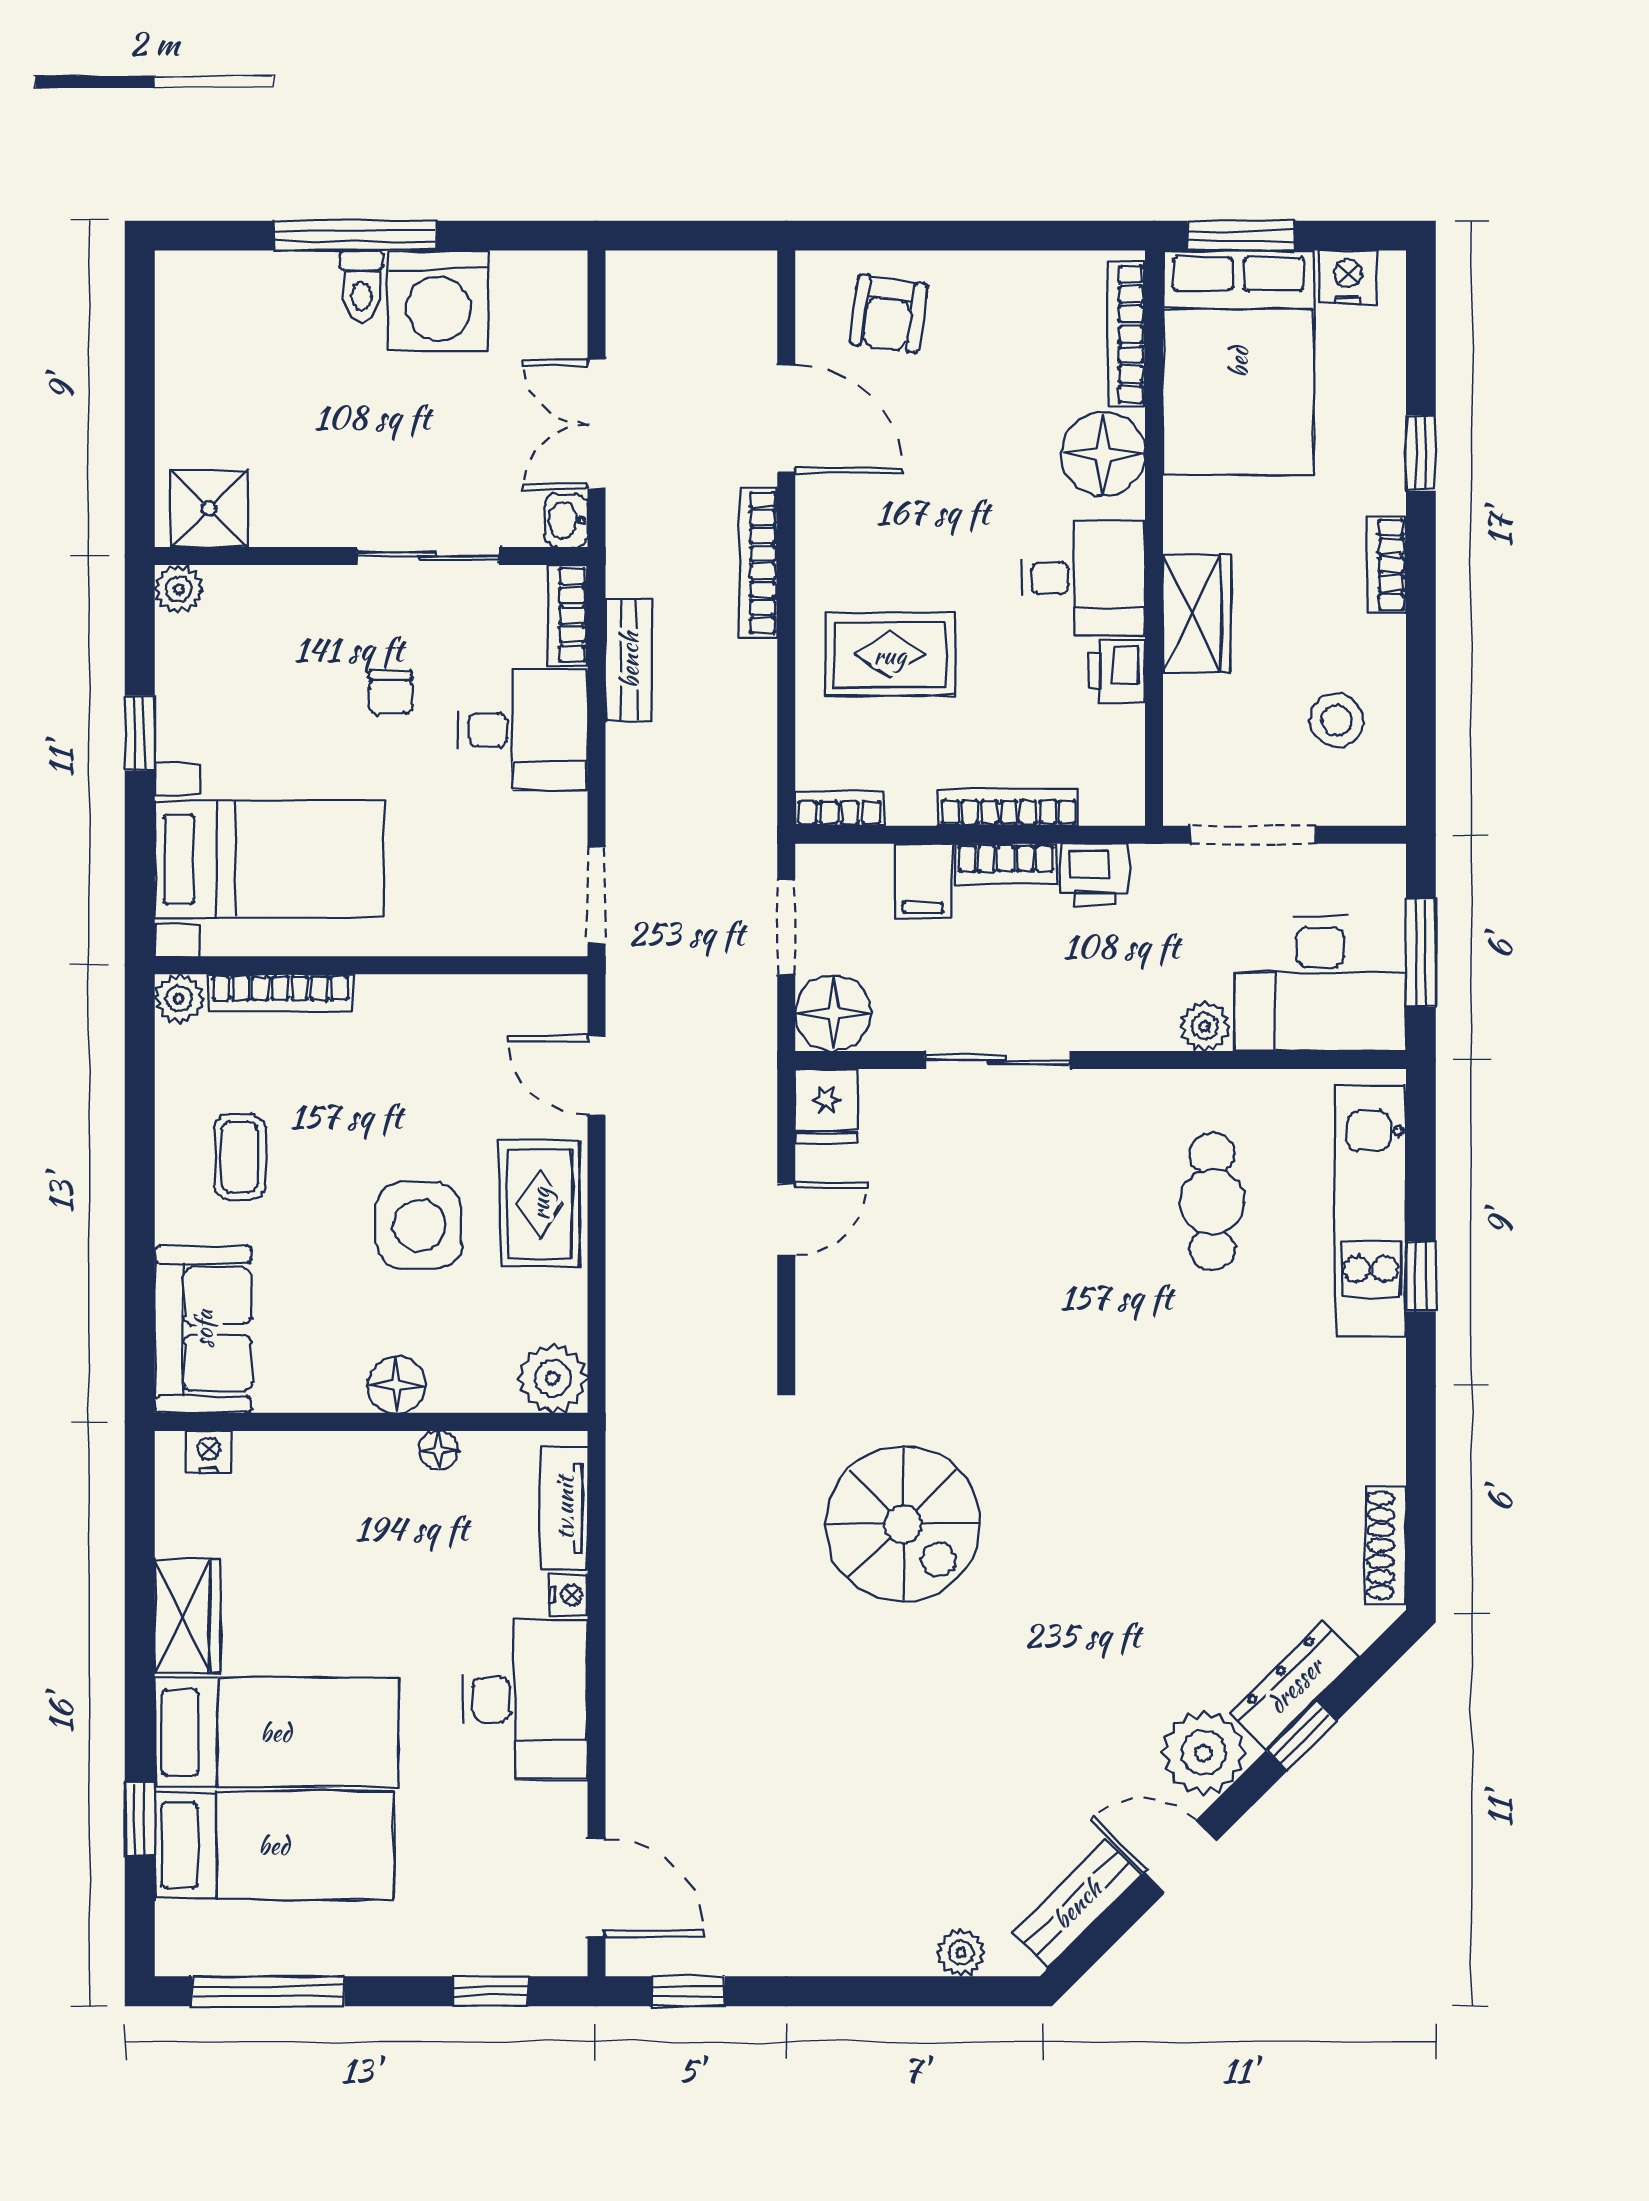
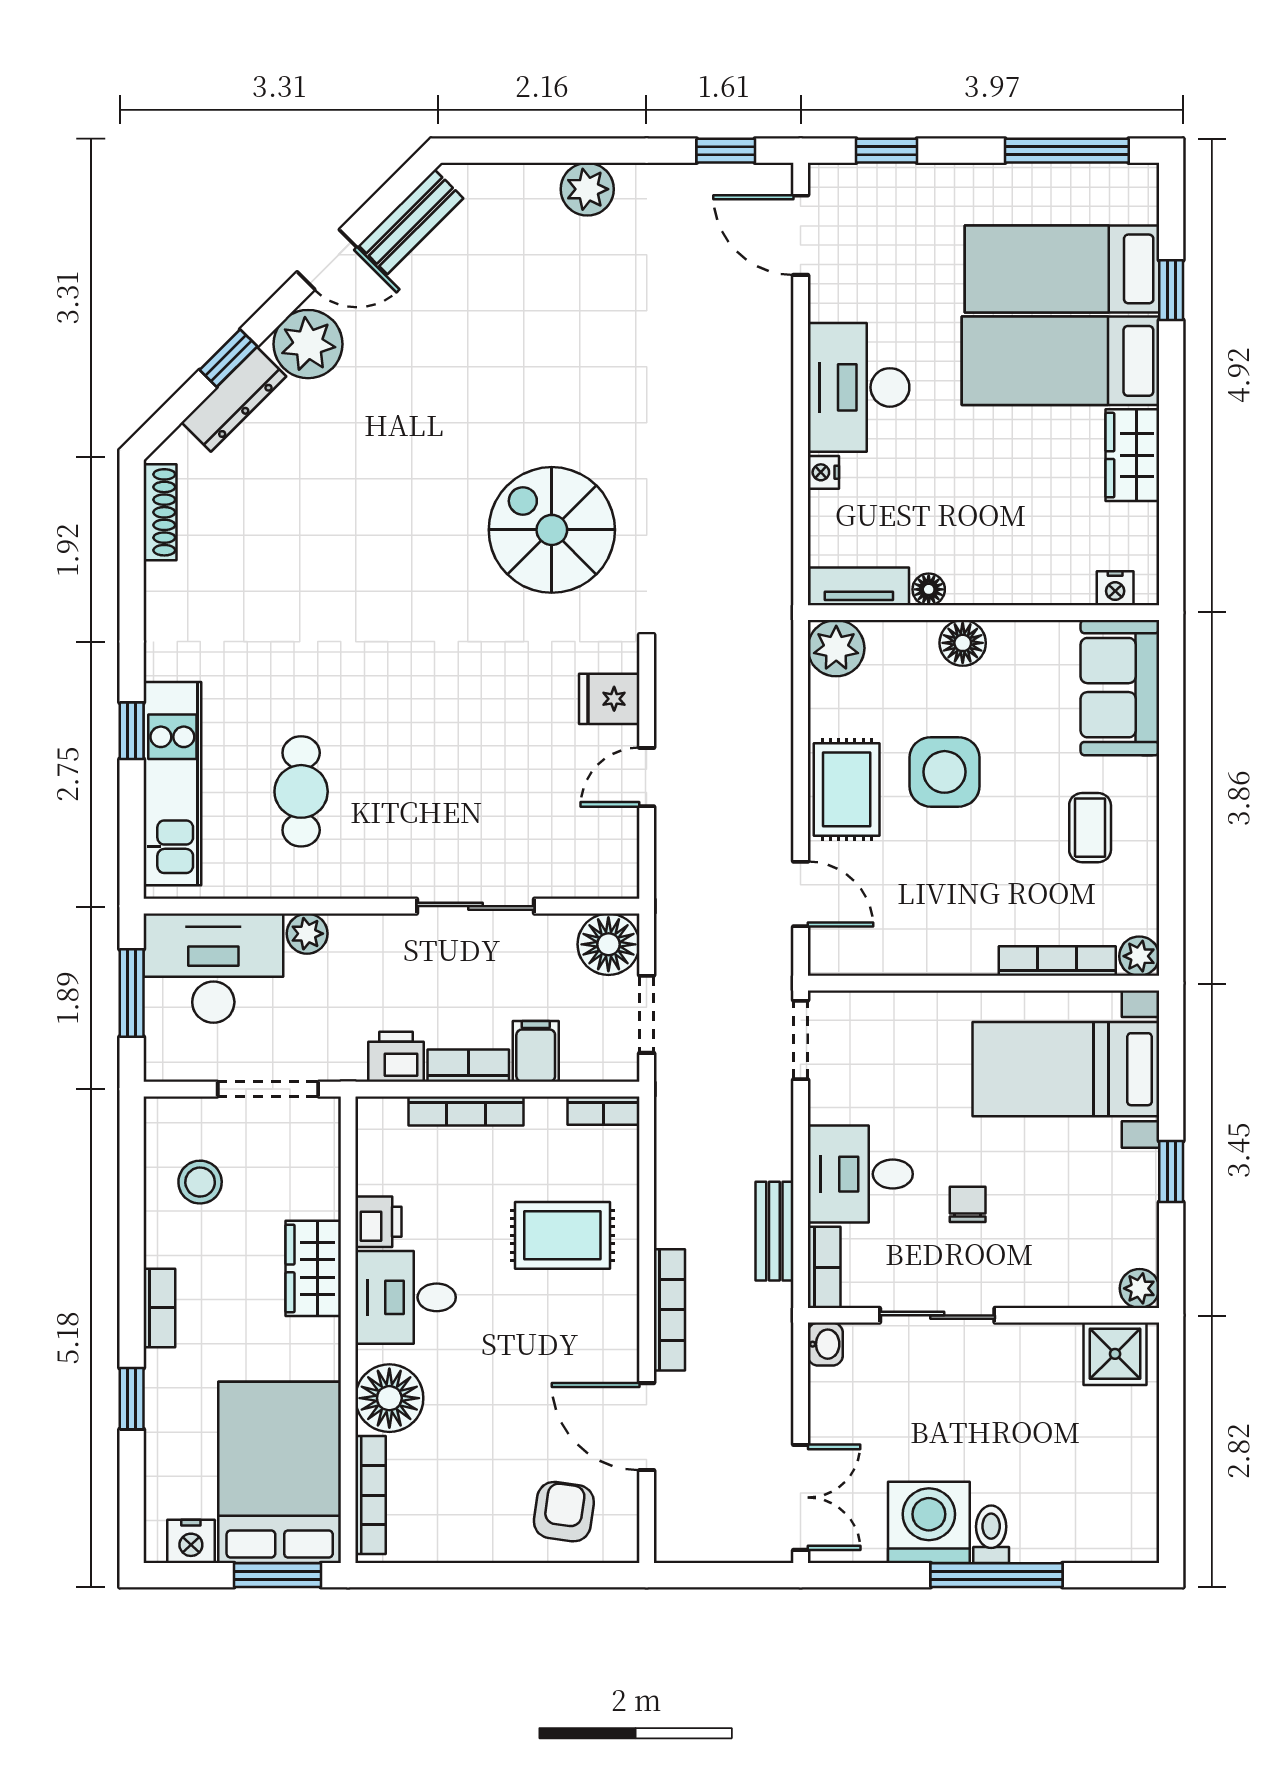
double door: (596, 424) -> (801, 1497), moved
fridge: (826, 1106) -> (609, 699), moved, turned -90
tv unit: (564, 1508) -> (859, 586), moved, turned -90
plant: (961, 1953) -> (587, 189), moved, width x1.38, depth x1.38

